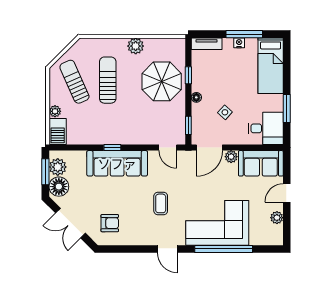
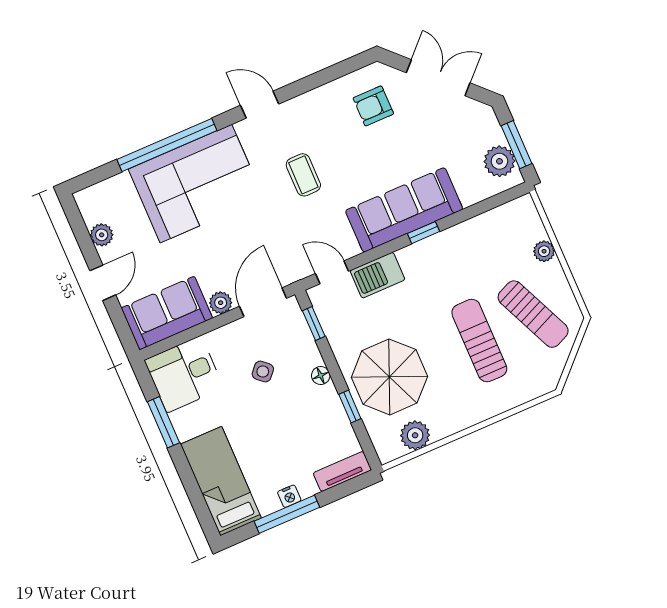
plant: (136, 46) -> (415, 435), moved
sun lounger: (108, 80) -> (479, 341), turned 180
barbecue: (58, 131) -> (377, 275), moved, turned -90
floor lamp: (59, 187) -> (484, 130), removed

